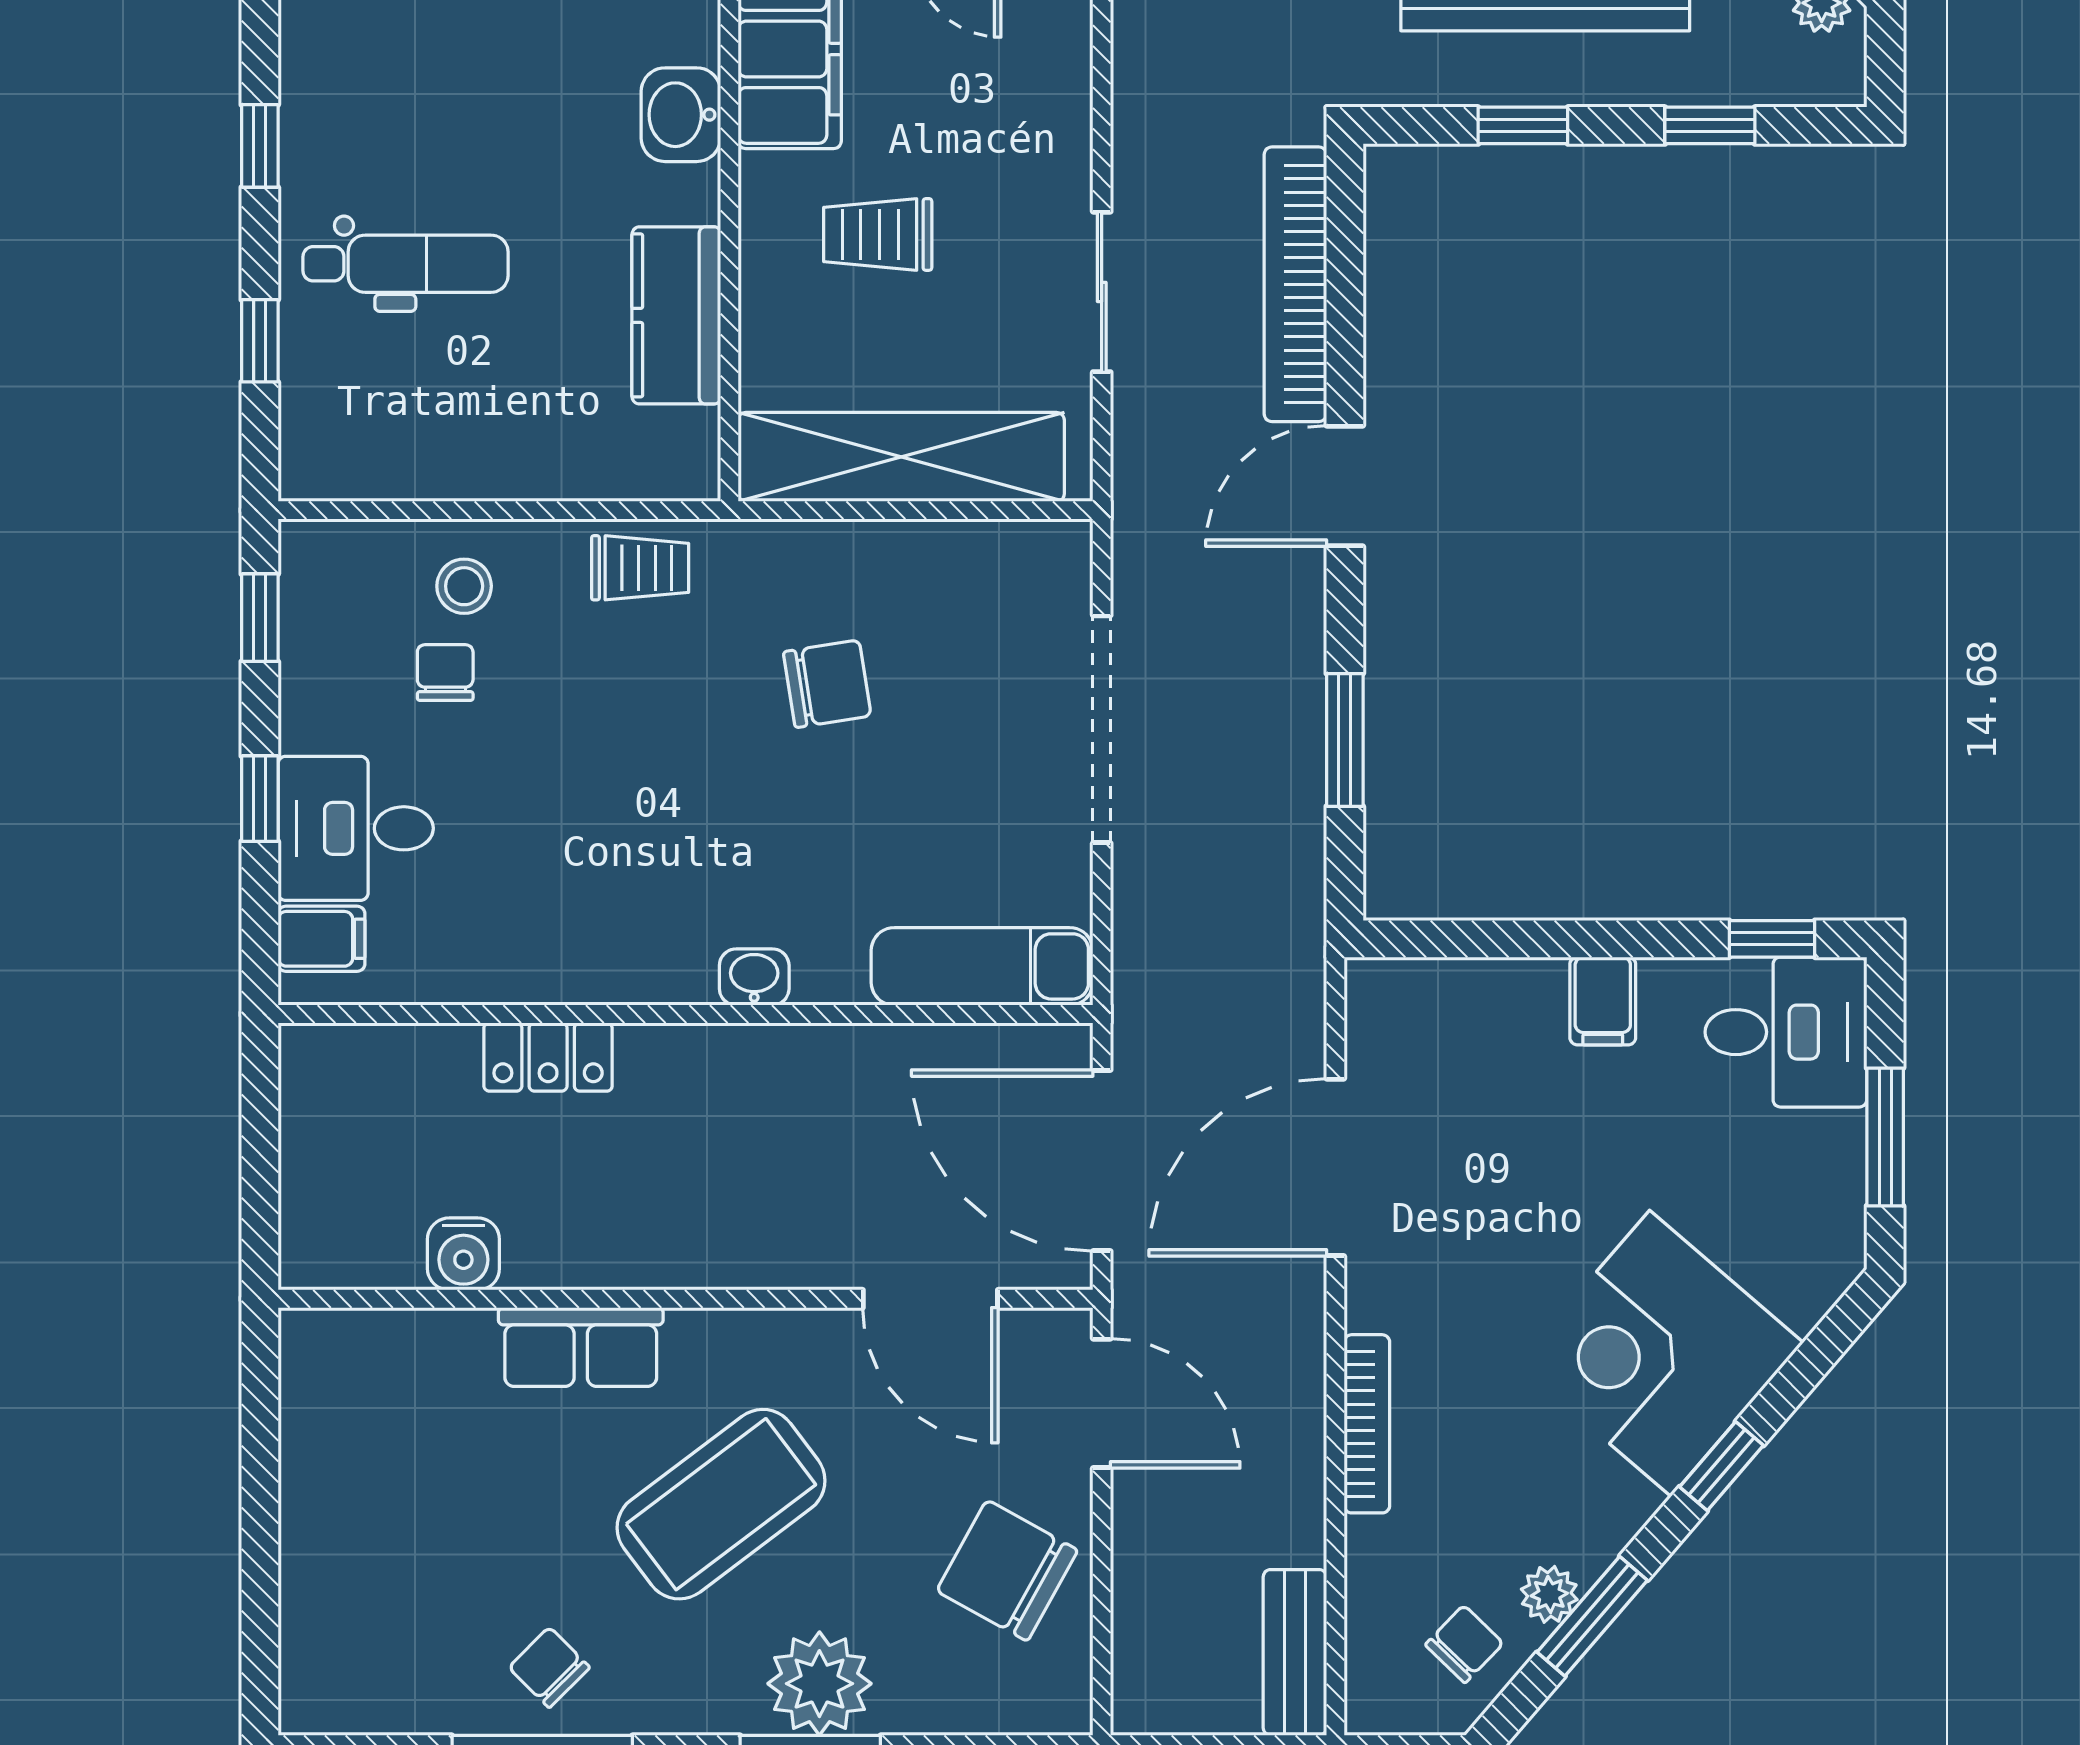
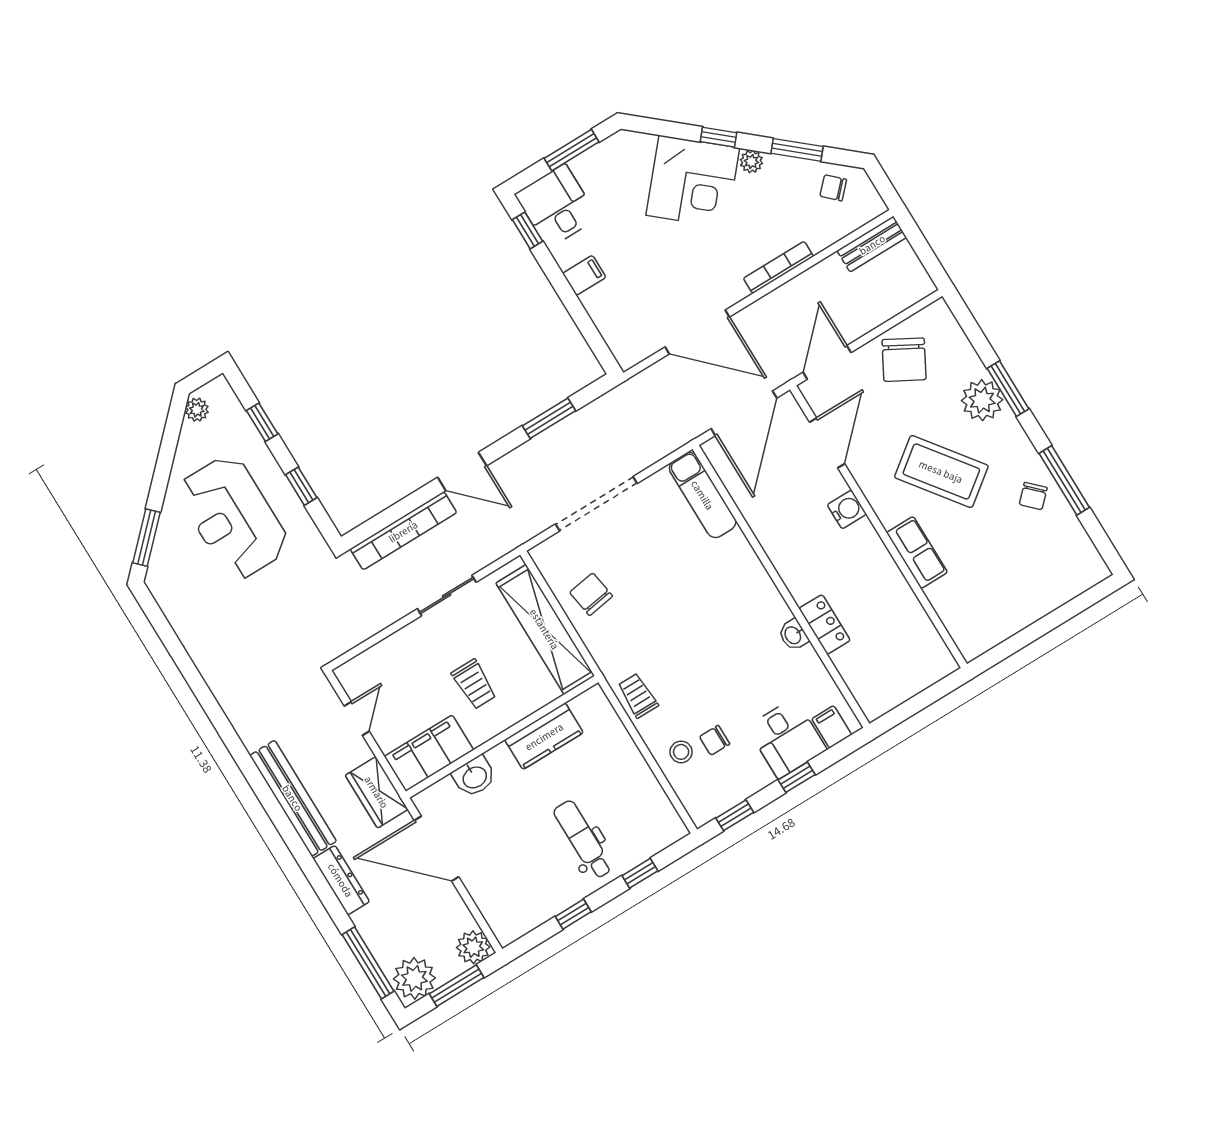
chair: (827, 684) -> (591, 594), moved
washbasin: (754, 977) -> (793, 635), moved
water cooler: (463, 1254) -> (847, 509), moved
plant: (1549, 1594) -> (751, 162), moved

